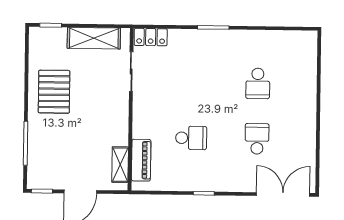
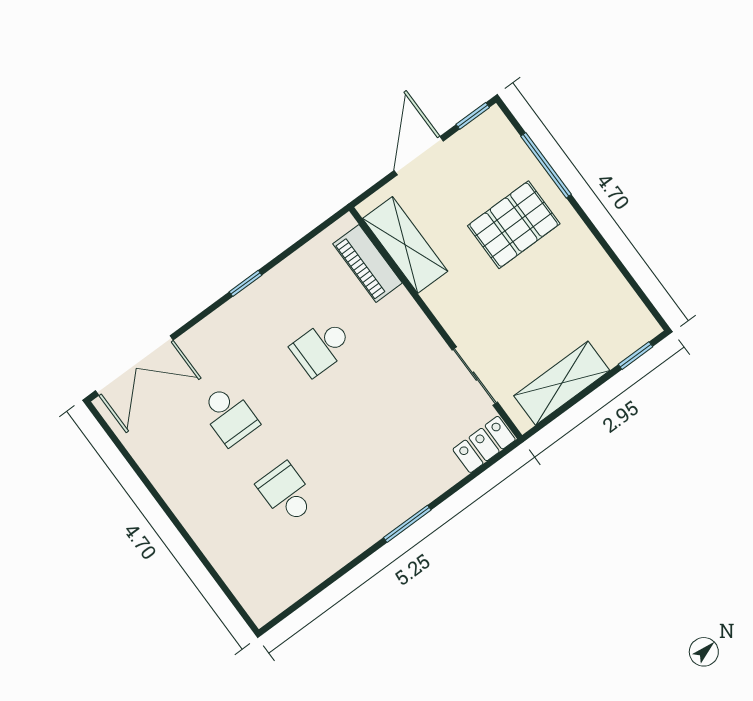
pallet: (54, 92) -> (514, 225), moved, turned 90
shelving: (120, 165) -> (405, 245), width x1.50, depth x1.33

